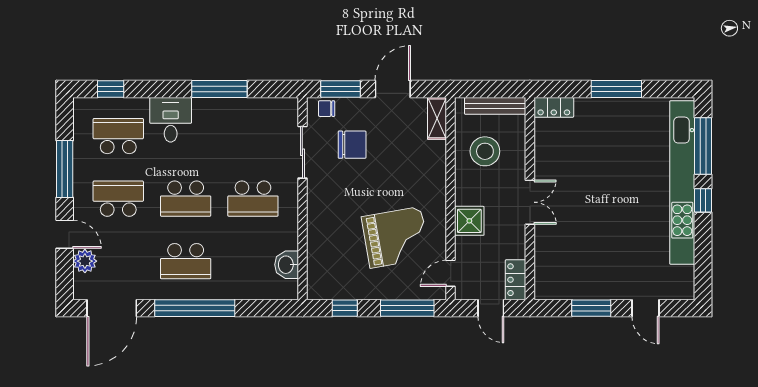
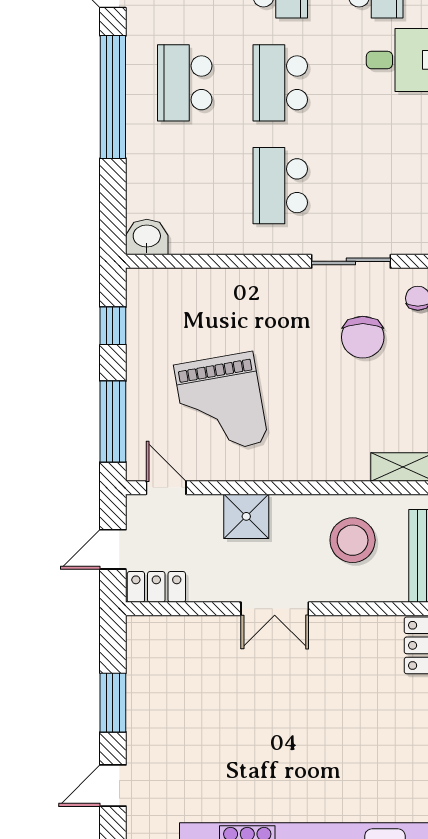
washbasin: (287, 265) -> (147, 237), moved

